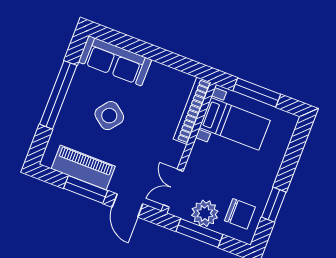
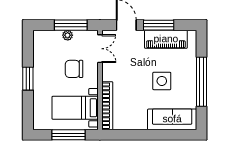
side table: (109, 116) -> (162, 81), turned -38
window: (274, 205) -> (28, 79), moved
plant: (205, 213) -> (68, 35), width x0.53, depth x0.53
chair: (240, 214) -> (74, 69), moved

